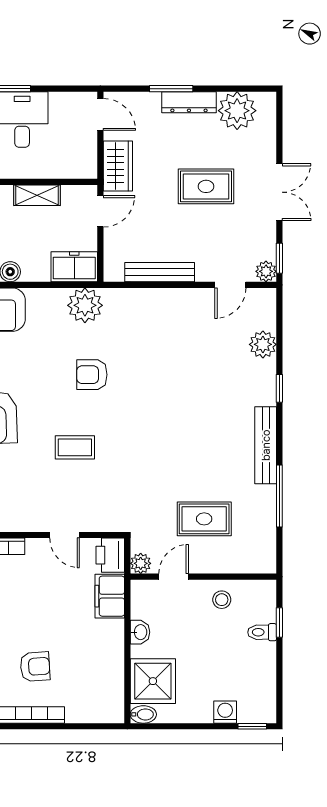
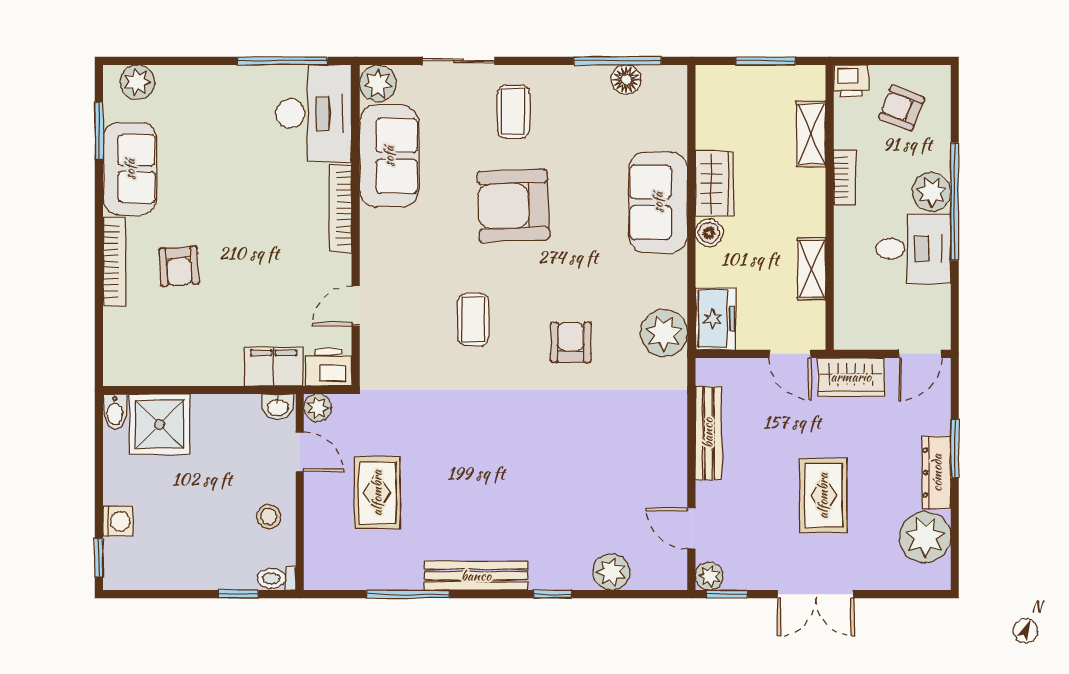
washbasin: (140, 632) -> (278, 407), moved
toilet: (262, 632) -> (277, 578), moved, turned -90

